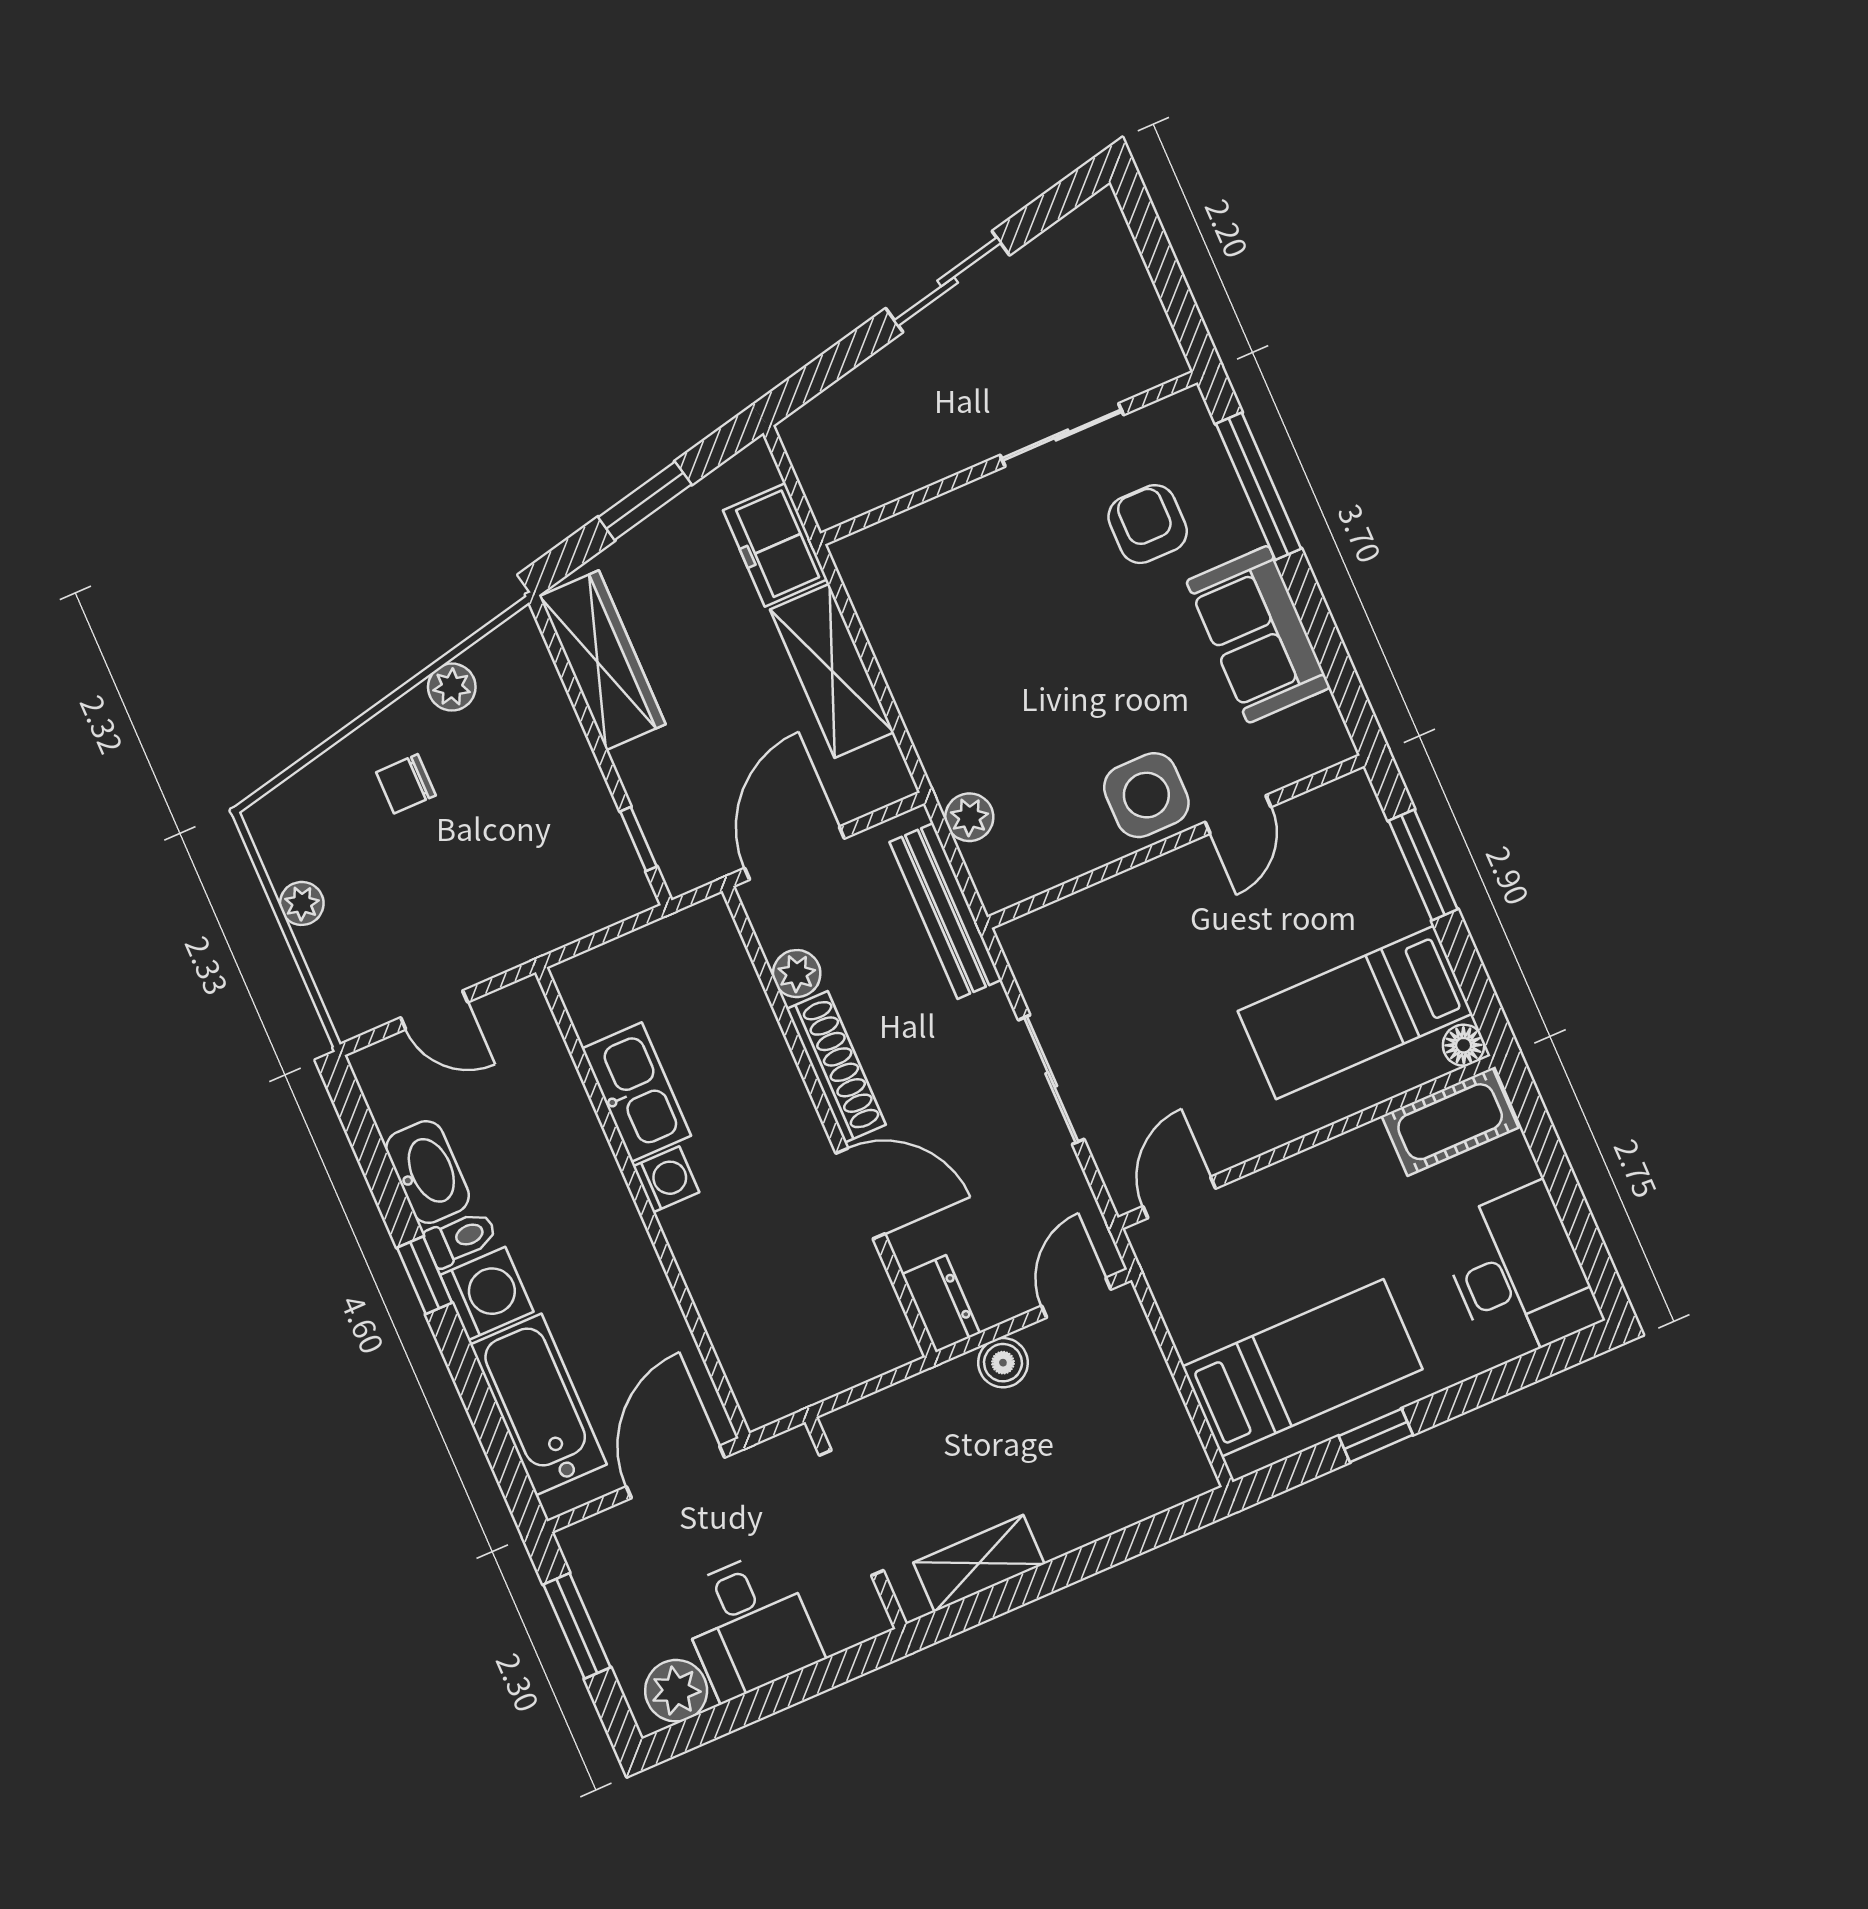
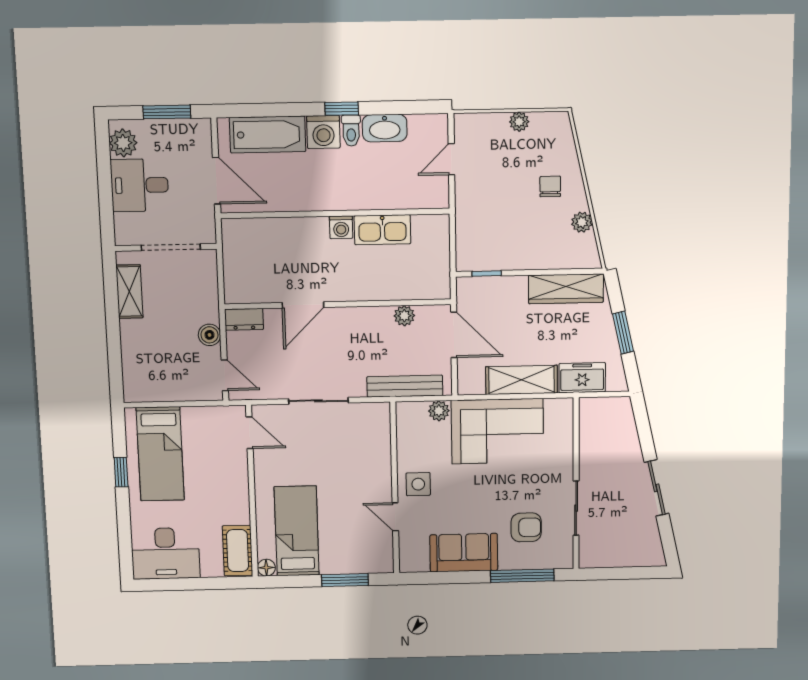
corner sofa: (963, 675) -> (497, 431), added
side table: (1146, 795) -> (418, 484), width x0.73, depth x0.73
shoe rack: (836, 1067) -> (359, 316), removed

